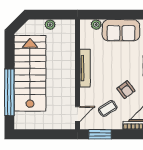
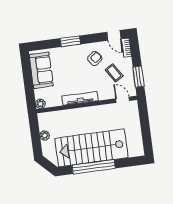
plant: (96, 25) -> (40, 104), moved
window: (9, 92) -> (94, 167), moved

